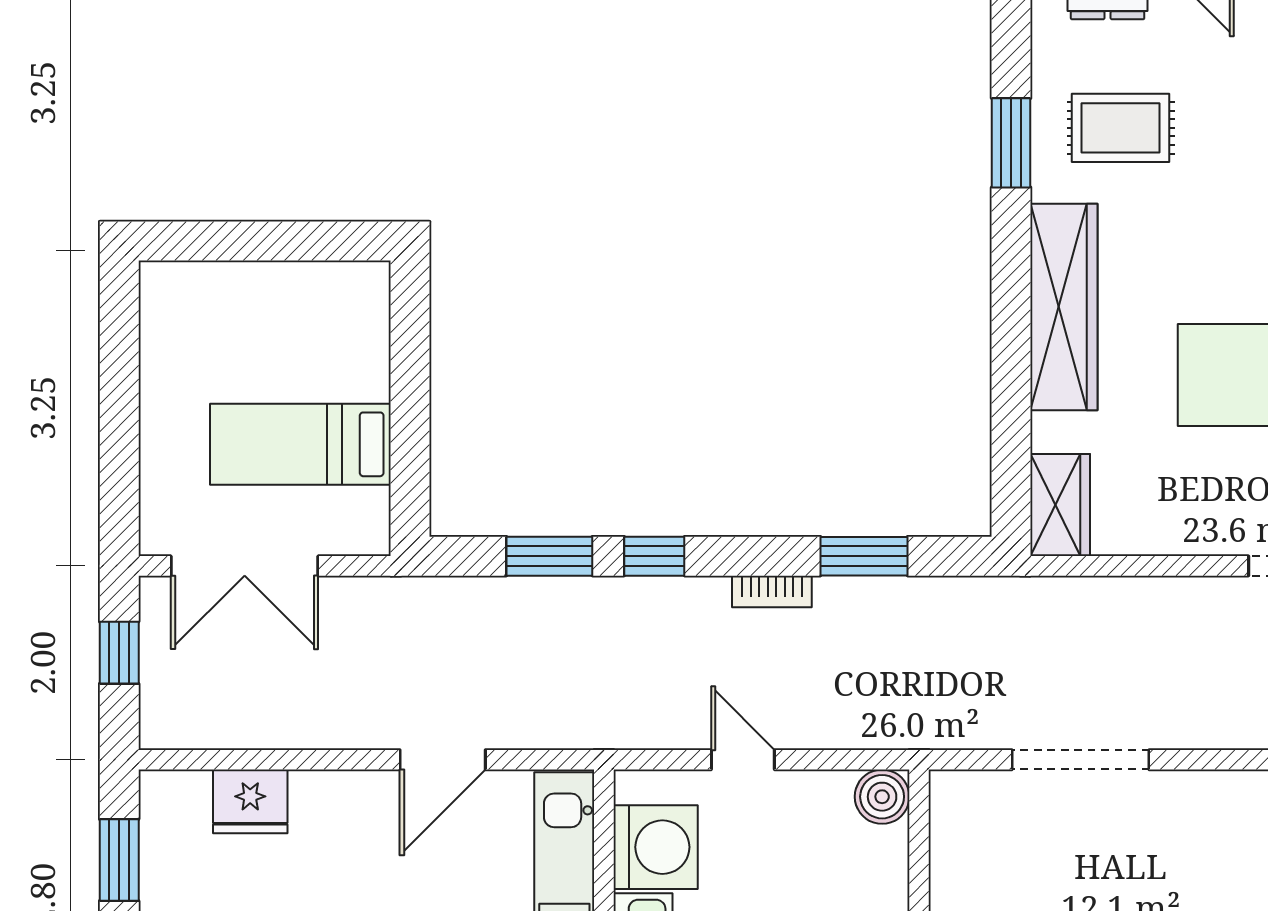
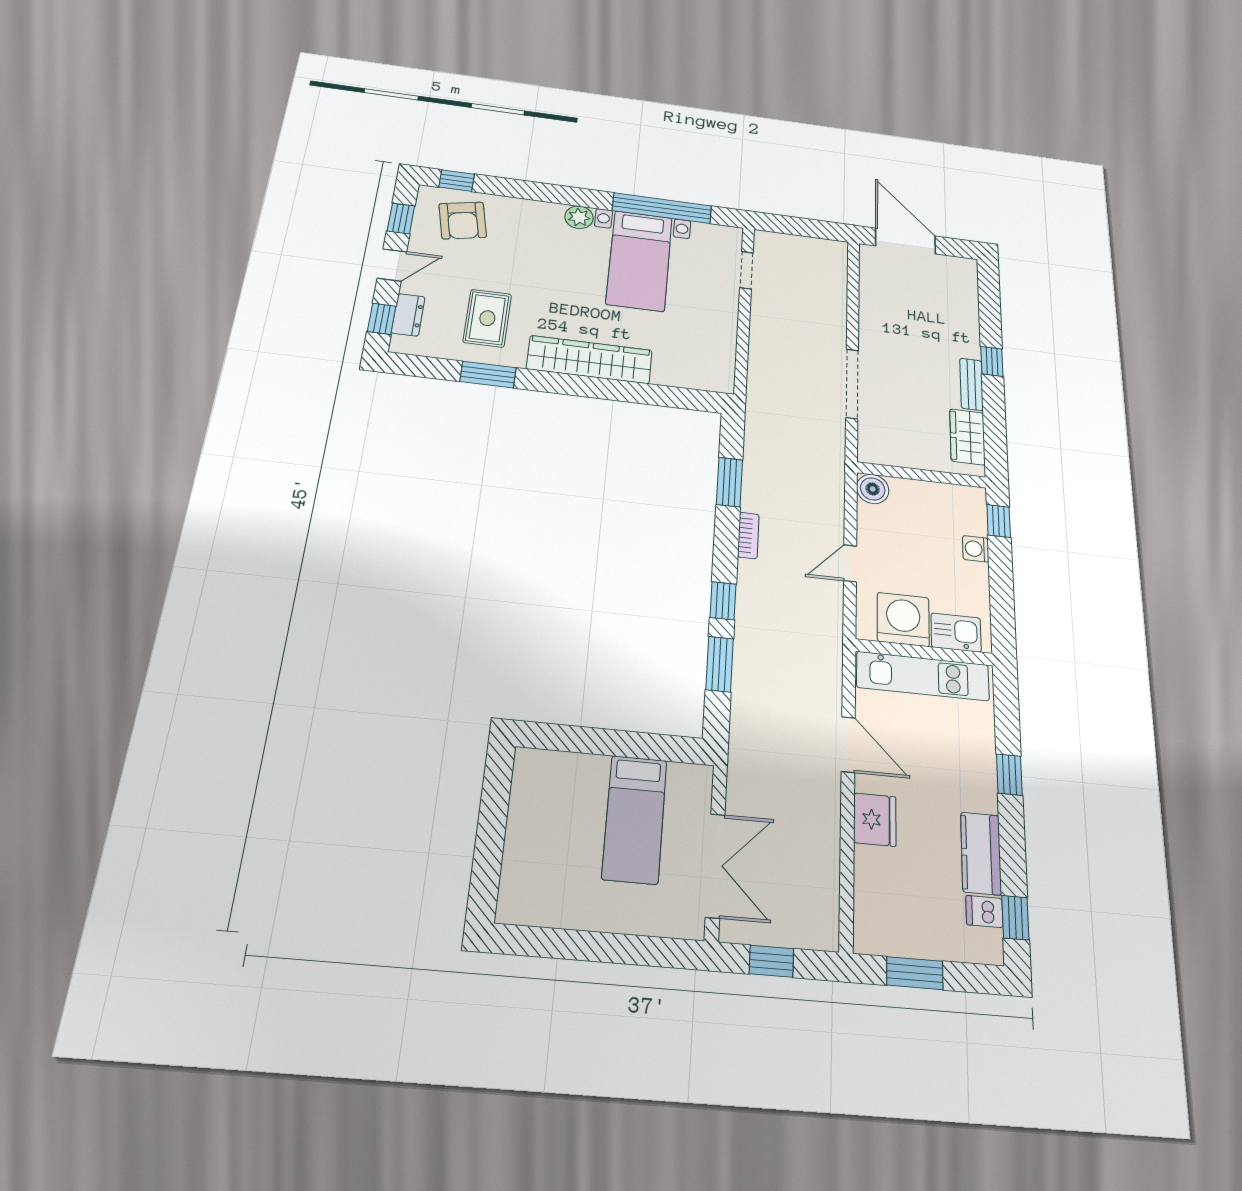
wardrobe: (1060, 505) -> (705, 376), removed
fridge: (250, 801) -> (875, 820), moved

